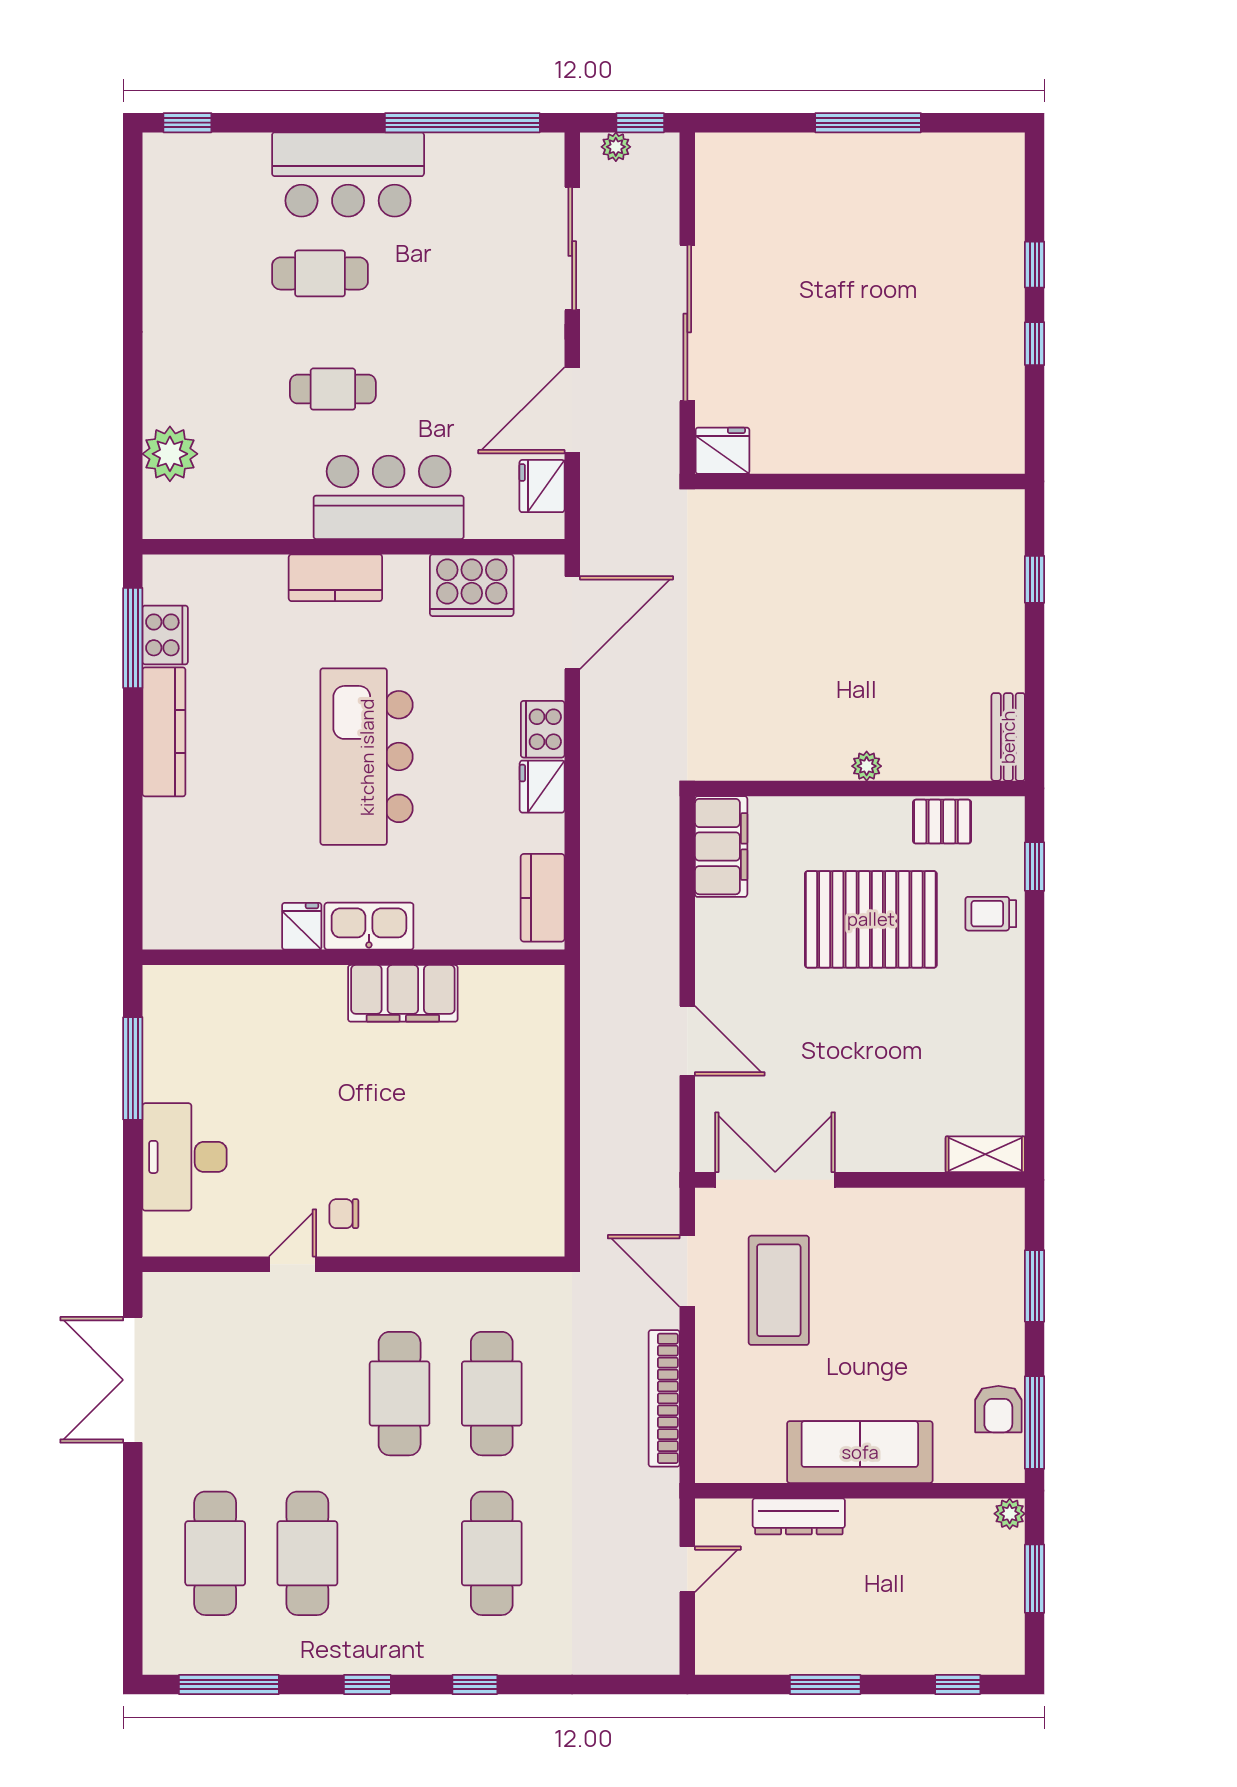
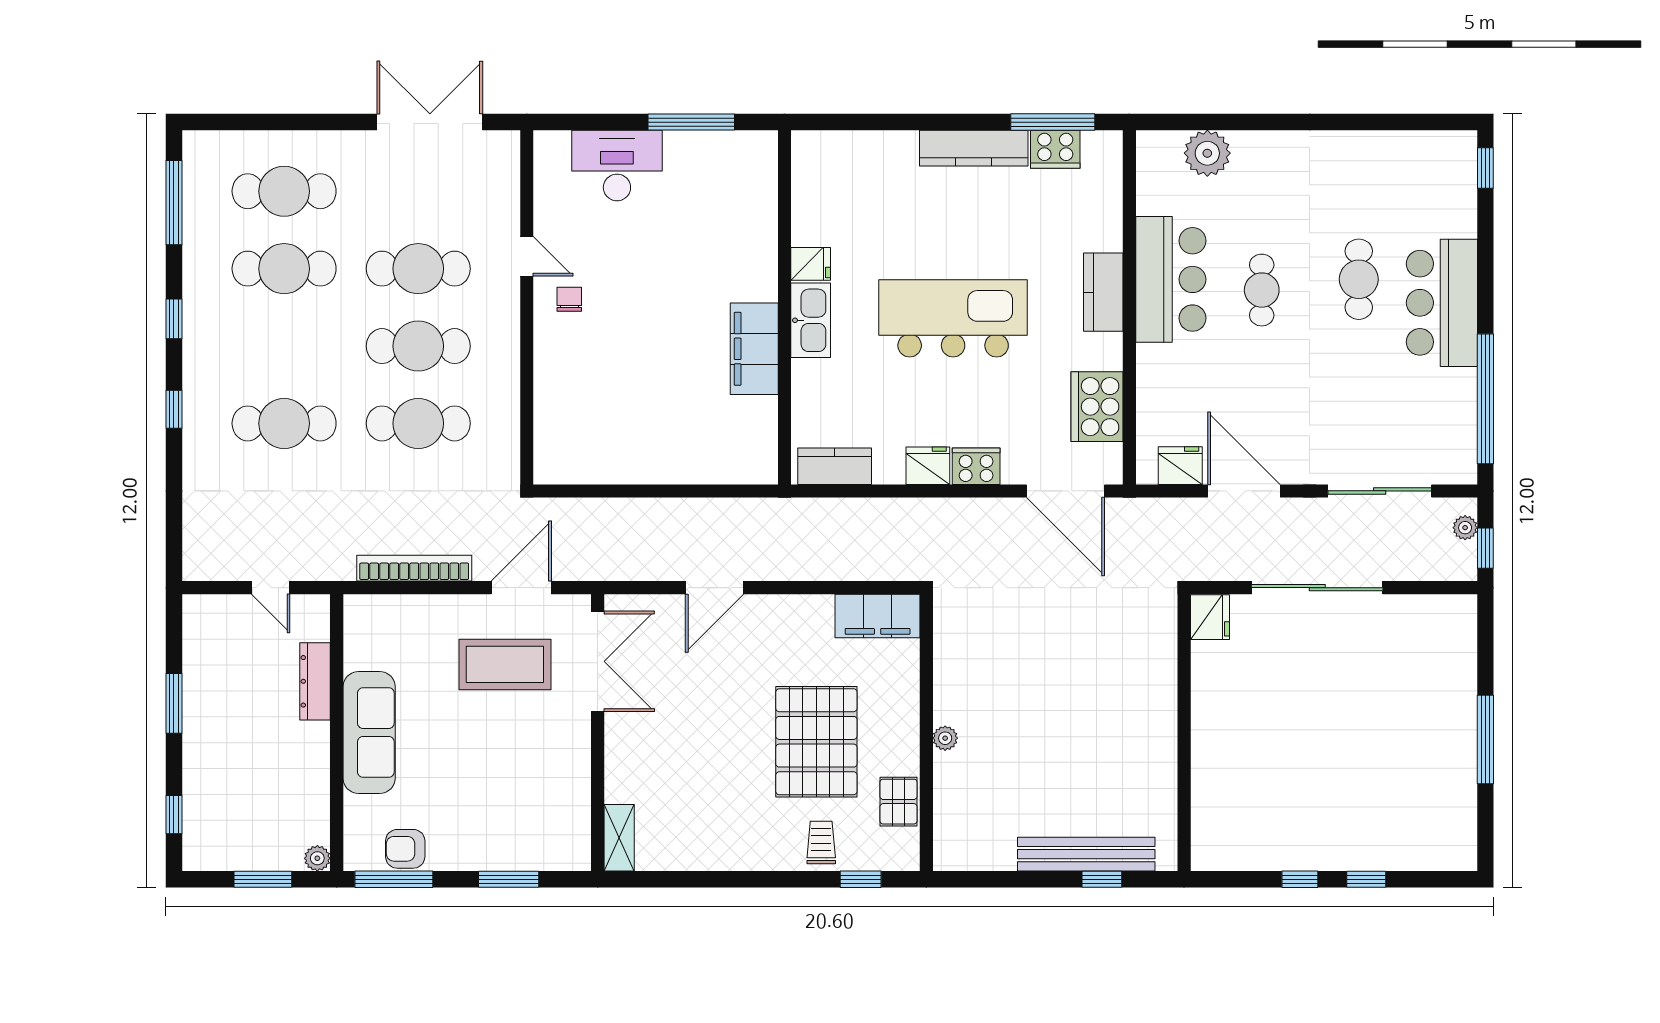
bar counter: (389, 497) -> (1171, 279), moved
bench: (1008, 737) -> (1086, 854), moved, width x1.86, depth x1.21
cafe table: (307, 1394) -> (418, 269), added

